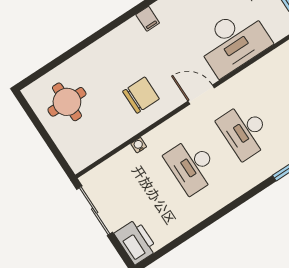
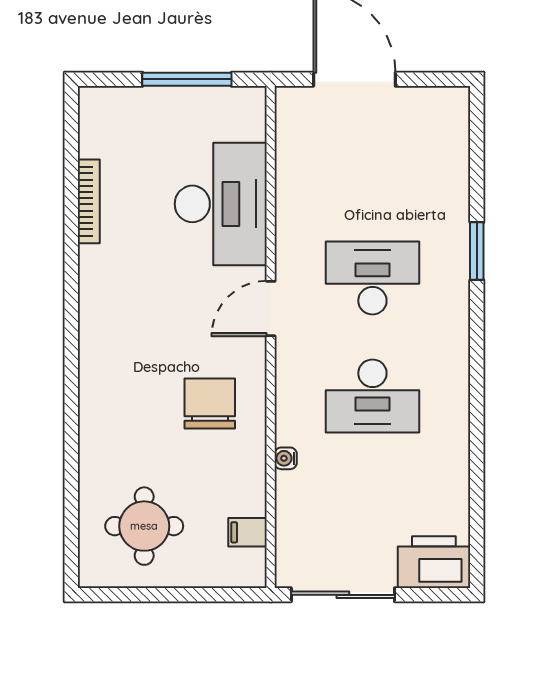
filing cabinet: (148, 19) -> (248, 532), moved, turned 180
desk: (245, 131) -> (372, 278), turned 180

